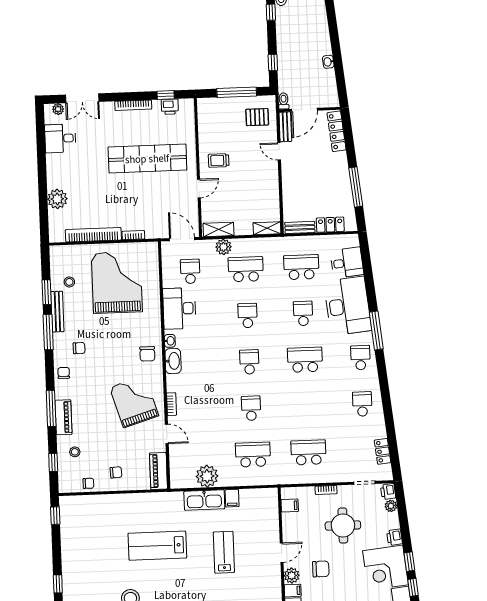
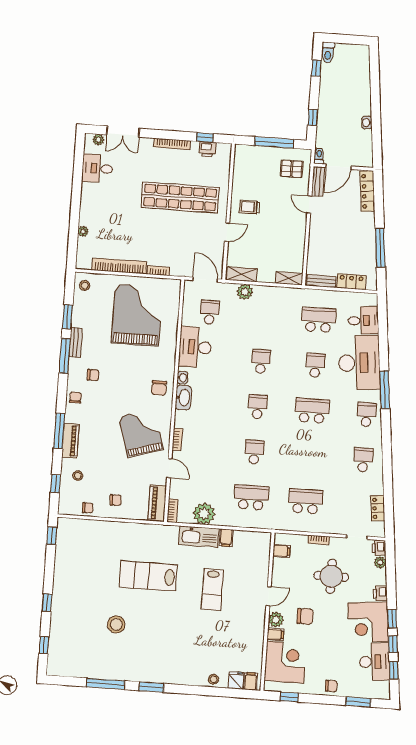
plant: (57, 199) -> (83, 231), width x0.53, depth x0.53
school desk: (246, 269) -> (264, 316), removed
stool: (69, 282) -> (85, 285), moved
bench: (57, 312) -> (76, 342), width x0.73
bookcase: (175, 477) -> (172, 511), added
lab bench: (224, 552) -> (212, 590), turned 180

